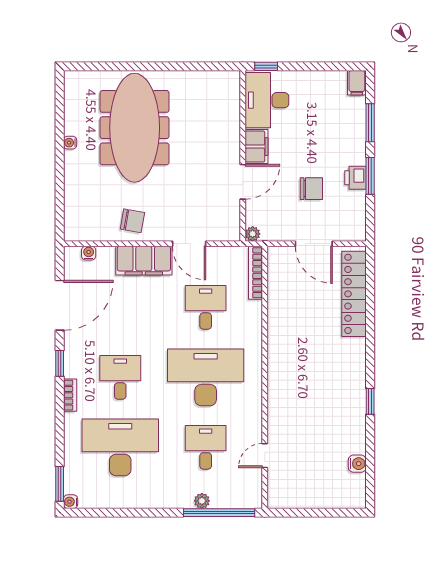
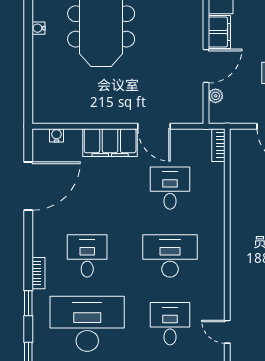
chair: (132, 221) -> (99, 104), removed
plant: (253, 234) -> (216, 96), moved
bookcase: (256, 273) -> (218, 145), width x0.64
window: (60, 363) -> (28, 303), moved
desk: (206, 377) -> (170, 256), width x0.73, depth x0.77
door: (265, 456) -> (227, 332), hinge flipped

